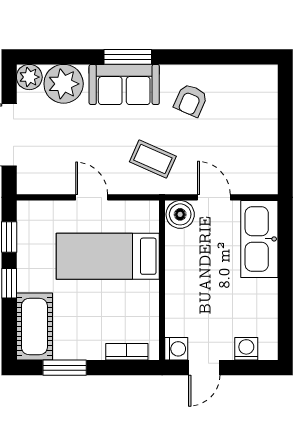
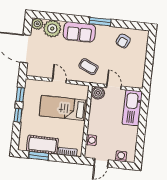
window: (128, 57) -> (100, 22), moved
armchair: (191, 100) -> (123, 41), moved
cot: (34, 327) -> (42, 145), moved, turned 90
washing machine: (176, 349) -> (91, 140), moved

